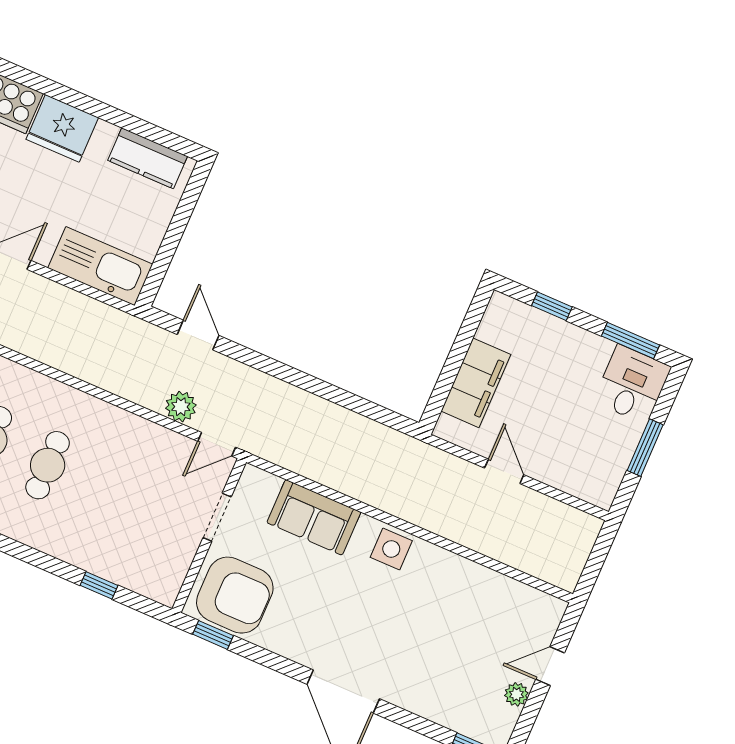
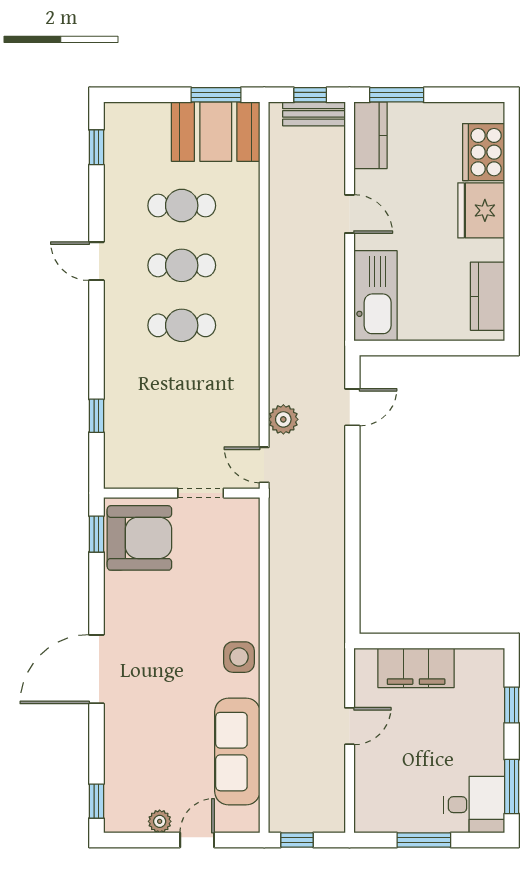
sofa: (314, 517) -> (237, 752), moved, width x1.36
window: (592, 570) -> (297, 840), added
armchair: (235, 595) -> (139, 538), turned -90
door: (550, 666) -> (197, 840), hinge flipped

